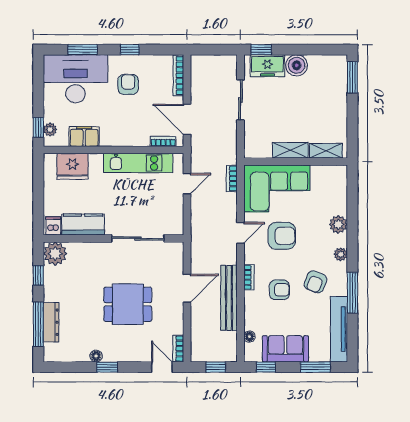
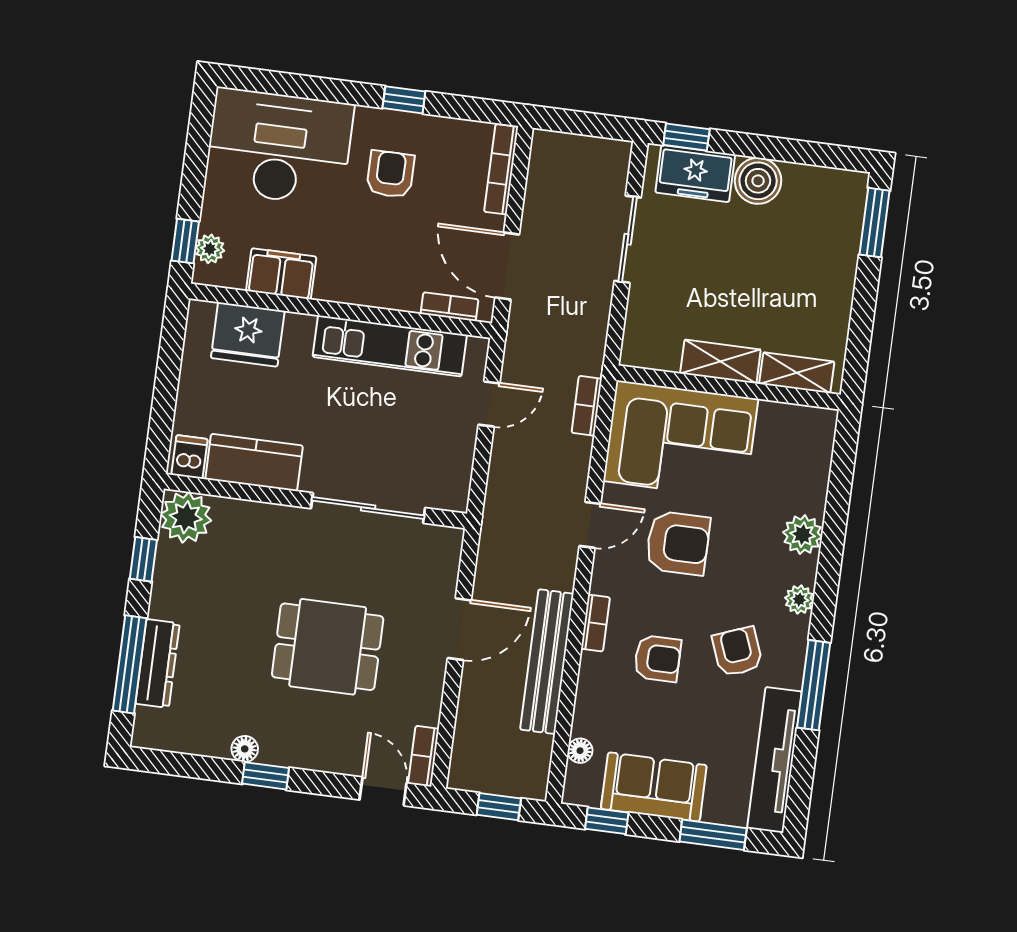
window: (83, 50) -> (302, 86), removed
armchair: (315, 282) -> (737, 652), turned 138

